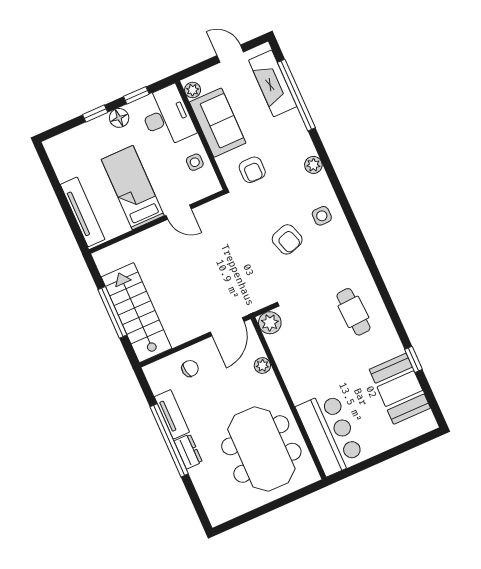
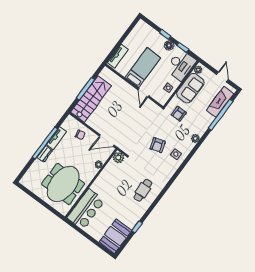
tv unit: (83, 212) -> (118, 56), width x0.71
booth: (400, 389) -> (115, 236), moved

